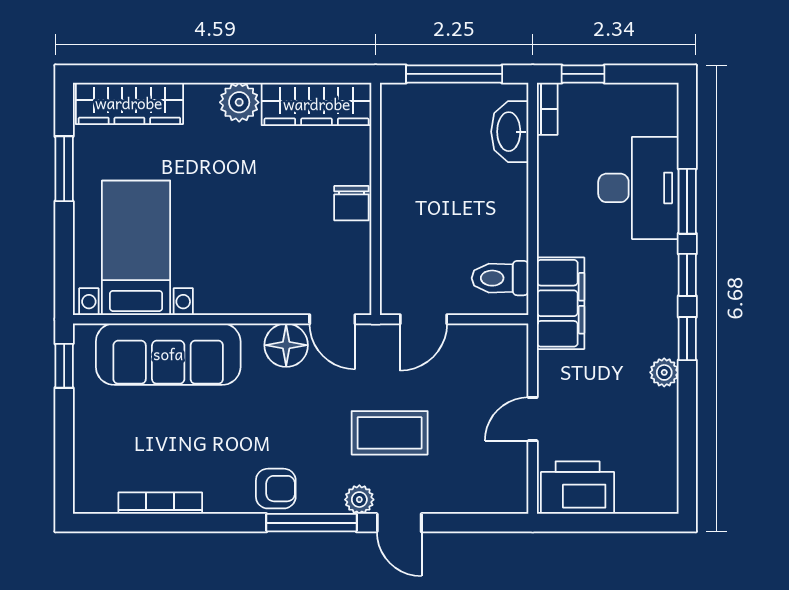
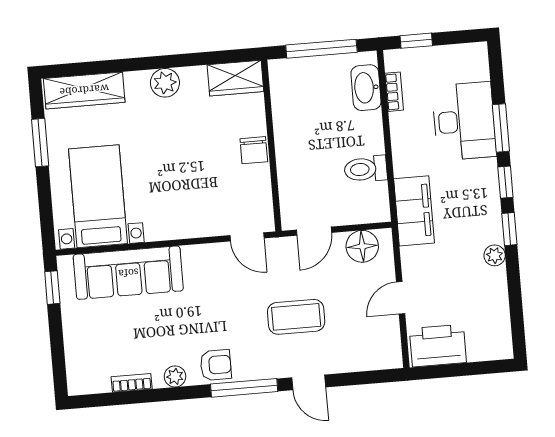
wardrobe: (317, 104) -> (235, 78), width x0.67
bookcase: (547, 109) -> (394, 92), moved
toilet: (500, 278) -> (366, 169), moved
floor lamp: (286, 345) -> (362, 246), moved
plant: (359, 500) -> (175, 376), moved
bookcase: (160, 503) -> (132, 383), width x0.64

